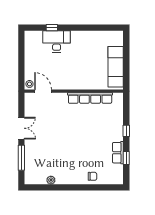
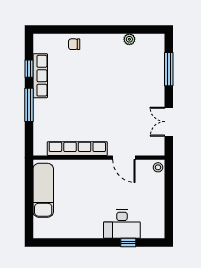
door: (43, 91) -> (124, 158), moved
double door: (21, 128) -> (169, 122), moved
window: (126, 131) -> (29, 105), width x2.17
row of seats: (118, 153) -> (40, 76), width x1.48

